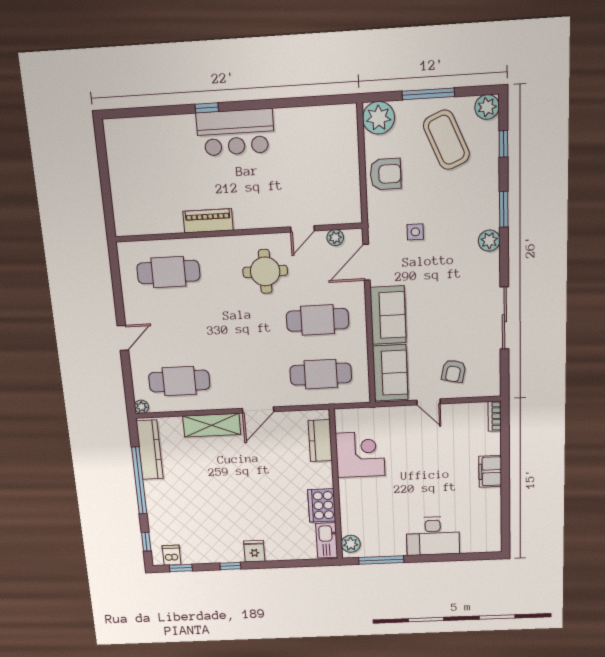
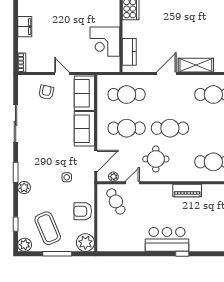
cafe table: (329, 195) -> (116, 201), added
window: (504, 209) -> (16, 172), moved
plant: (489, 241) -> (24, 188), moved
cafe table: (245, 324) -> (170, 128), added

